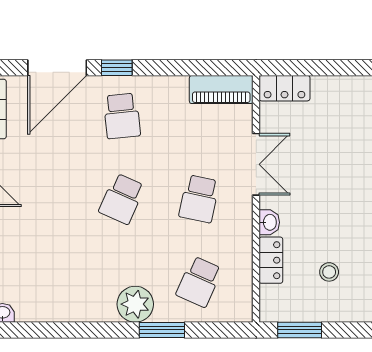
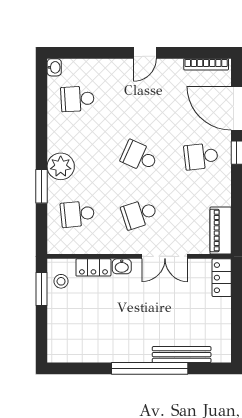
school desk: (199, 199) -> (139, 214), turned -30
stool: (329, 272) -> (61, 281), moved
school desk: (45, 282) -> (77, 99), added
school desk: (199, 282) -> (77, 214), turned -30

